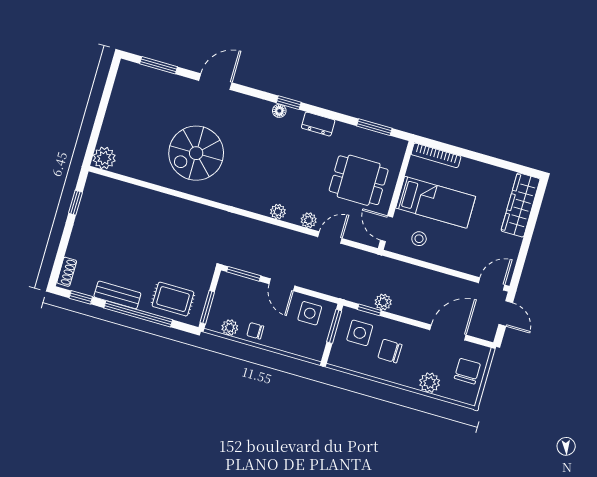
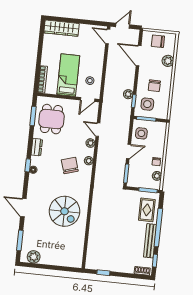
plant: (104, 158) -> (34, 257), moved
chair: (275, 177) -> (70, 165), added
dining table: (359, 180) -> (51, 119), moved
bench: (117, 295) -> (150, 241), width x1.36

